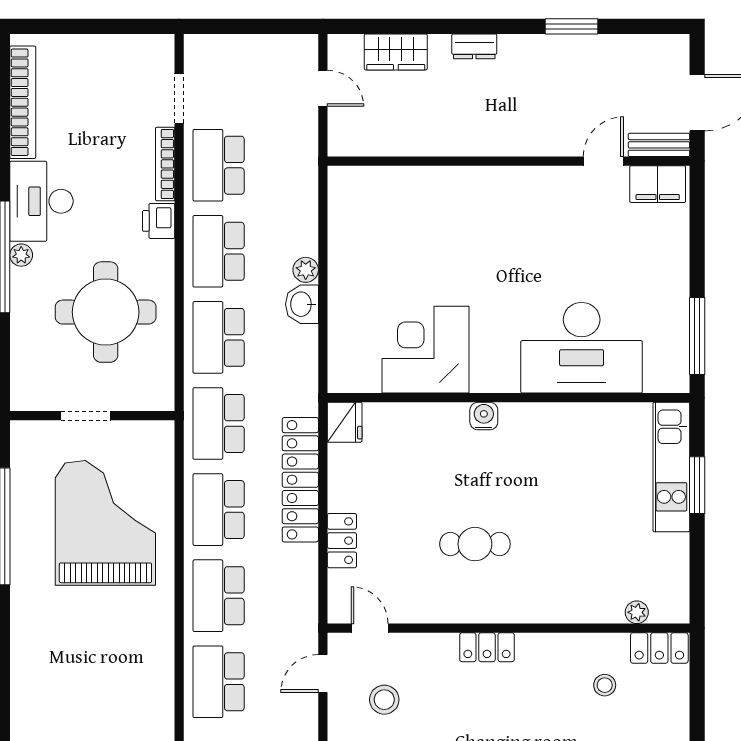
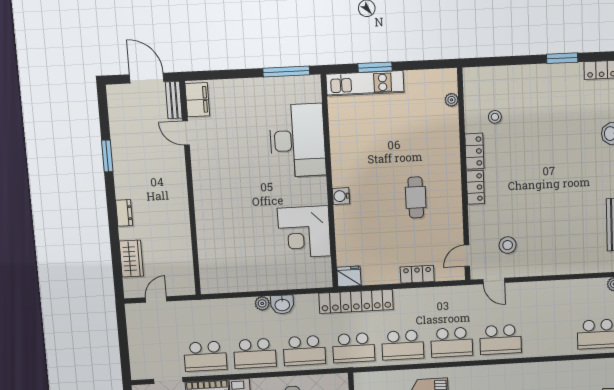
locker: (300, 480) -> (356, 301), moved
locker: (659, 648) -> (474, 151), moved

